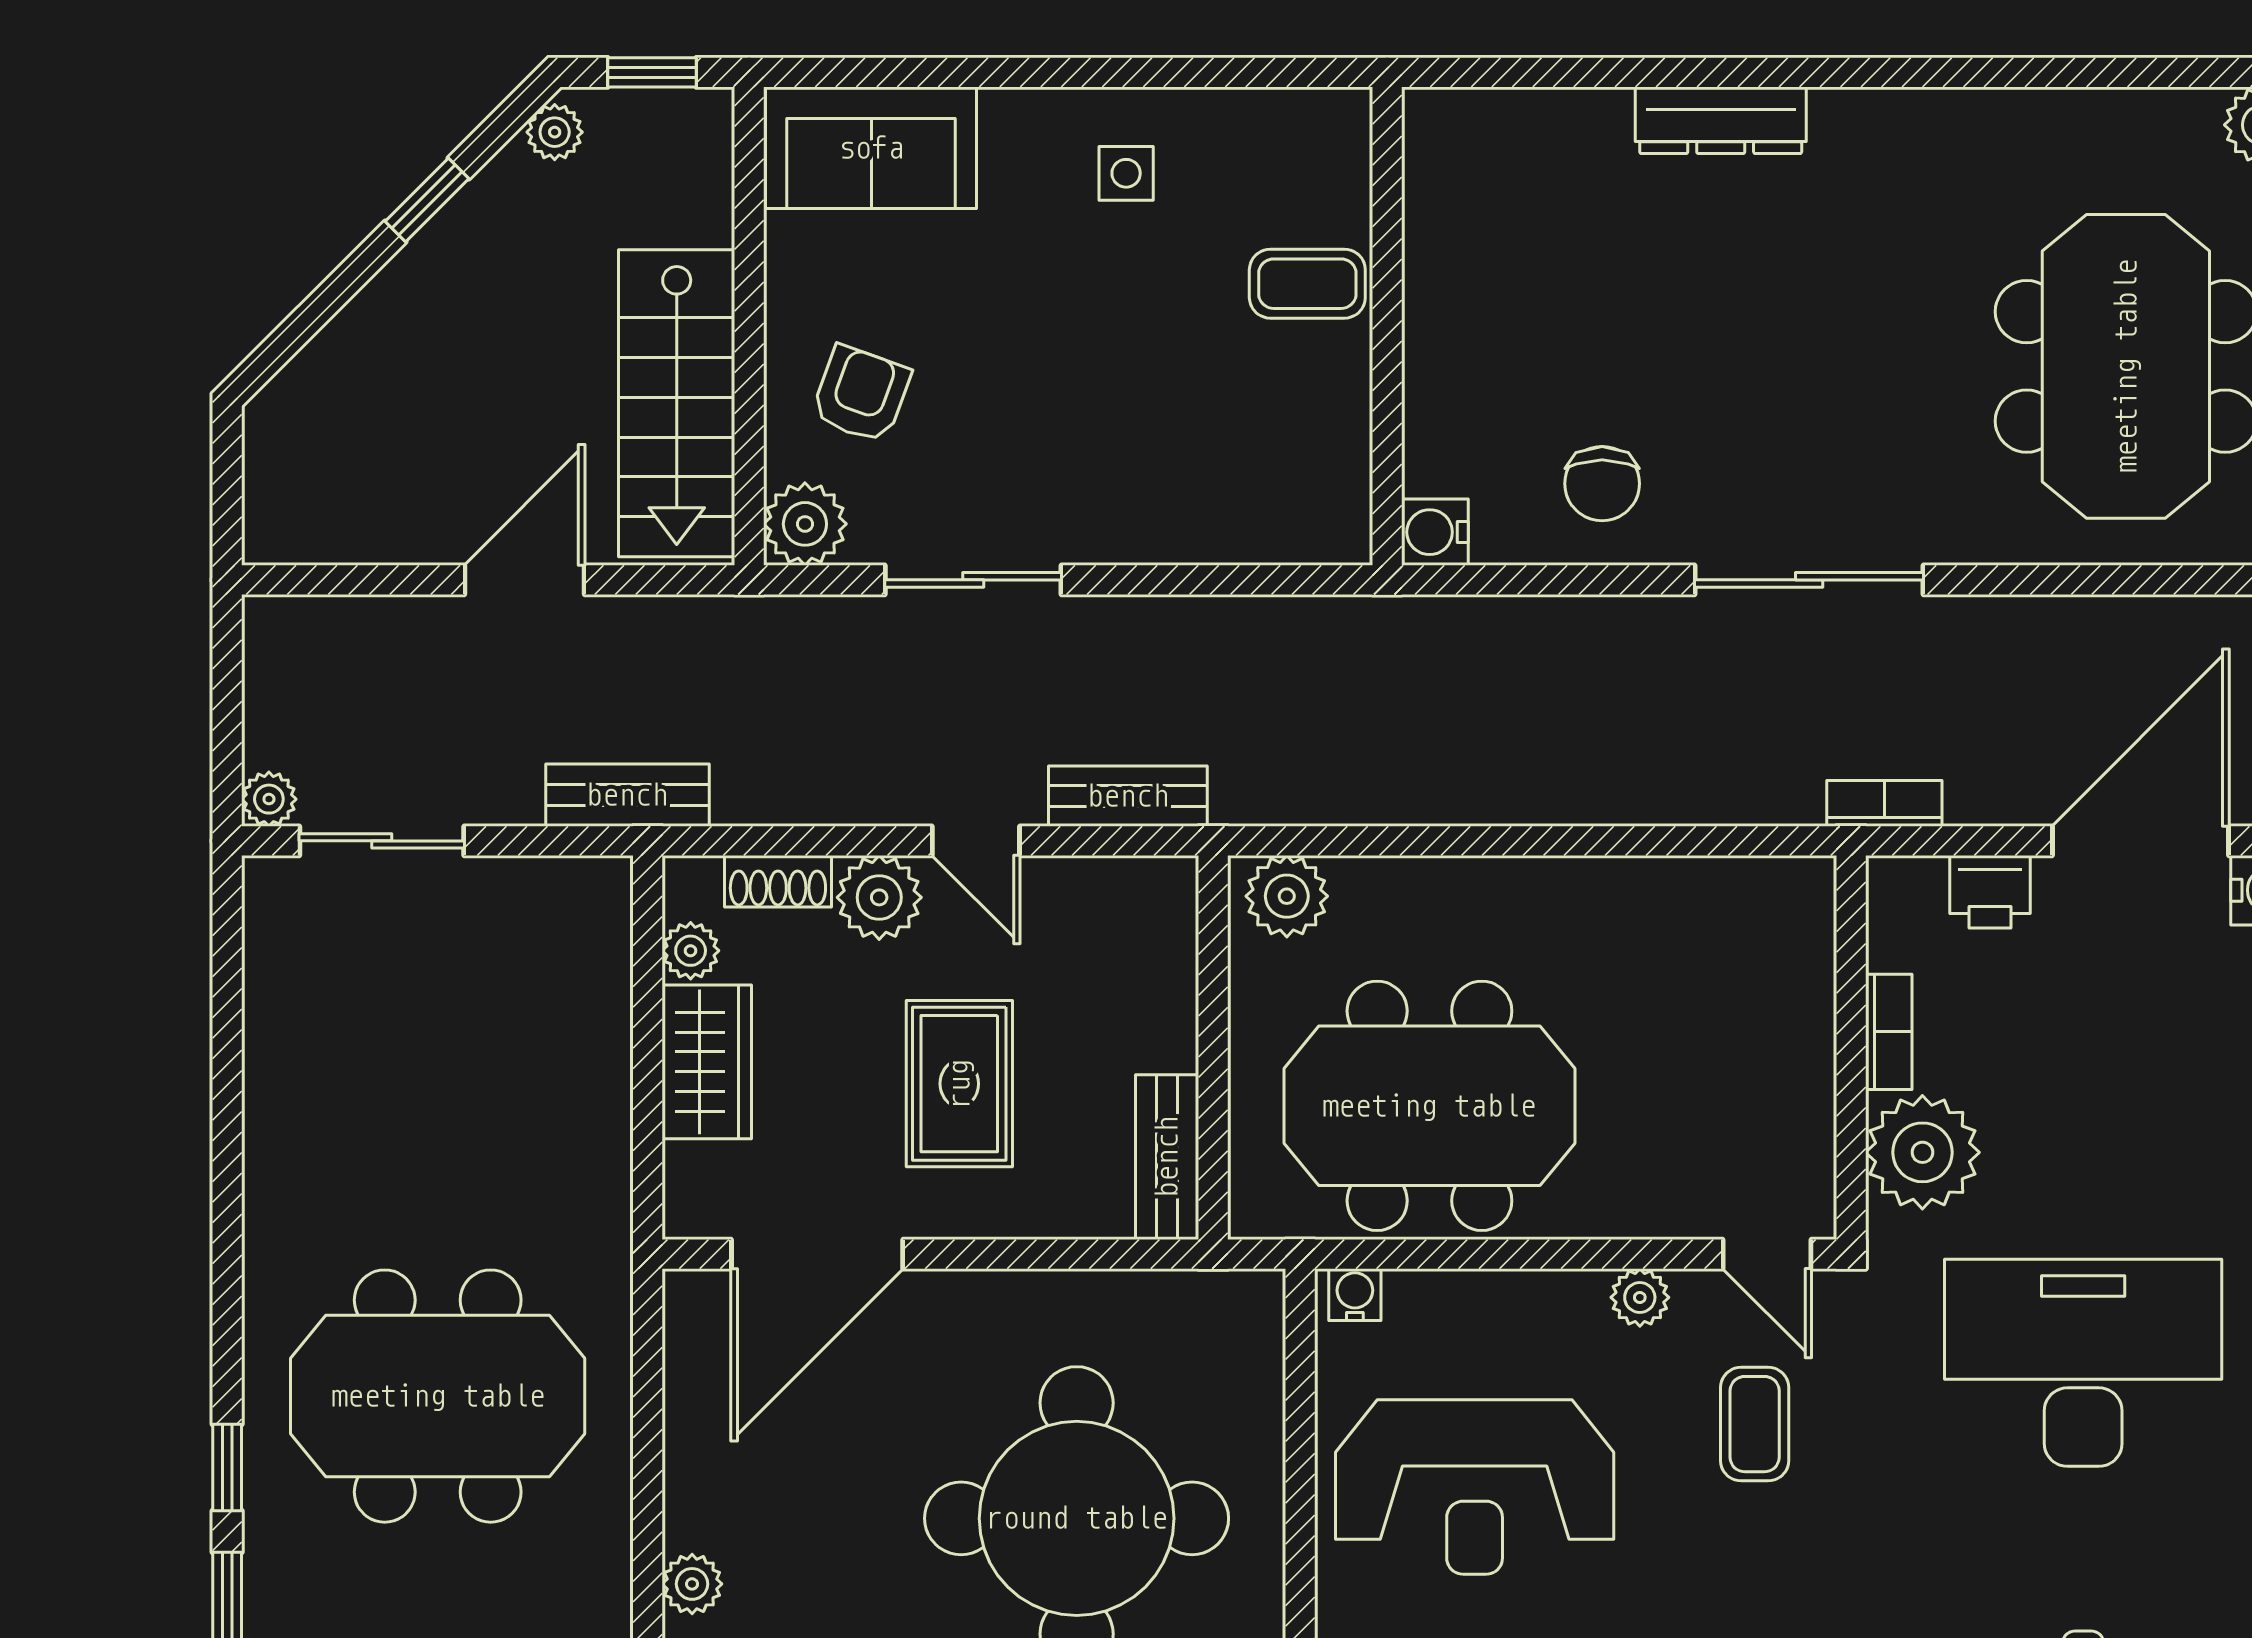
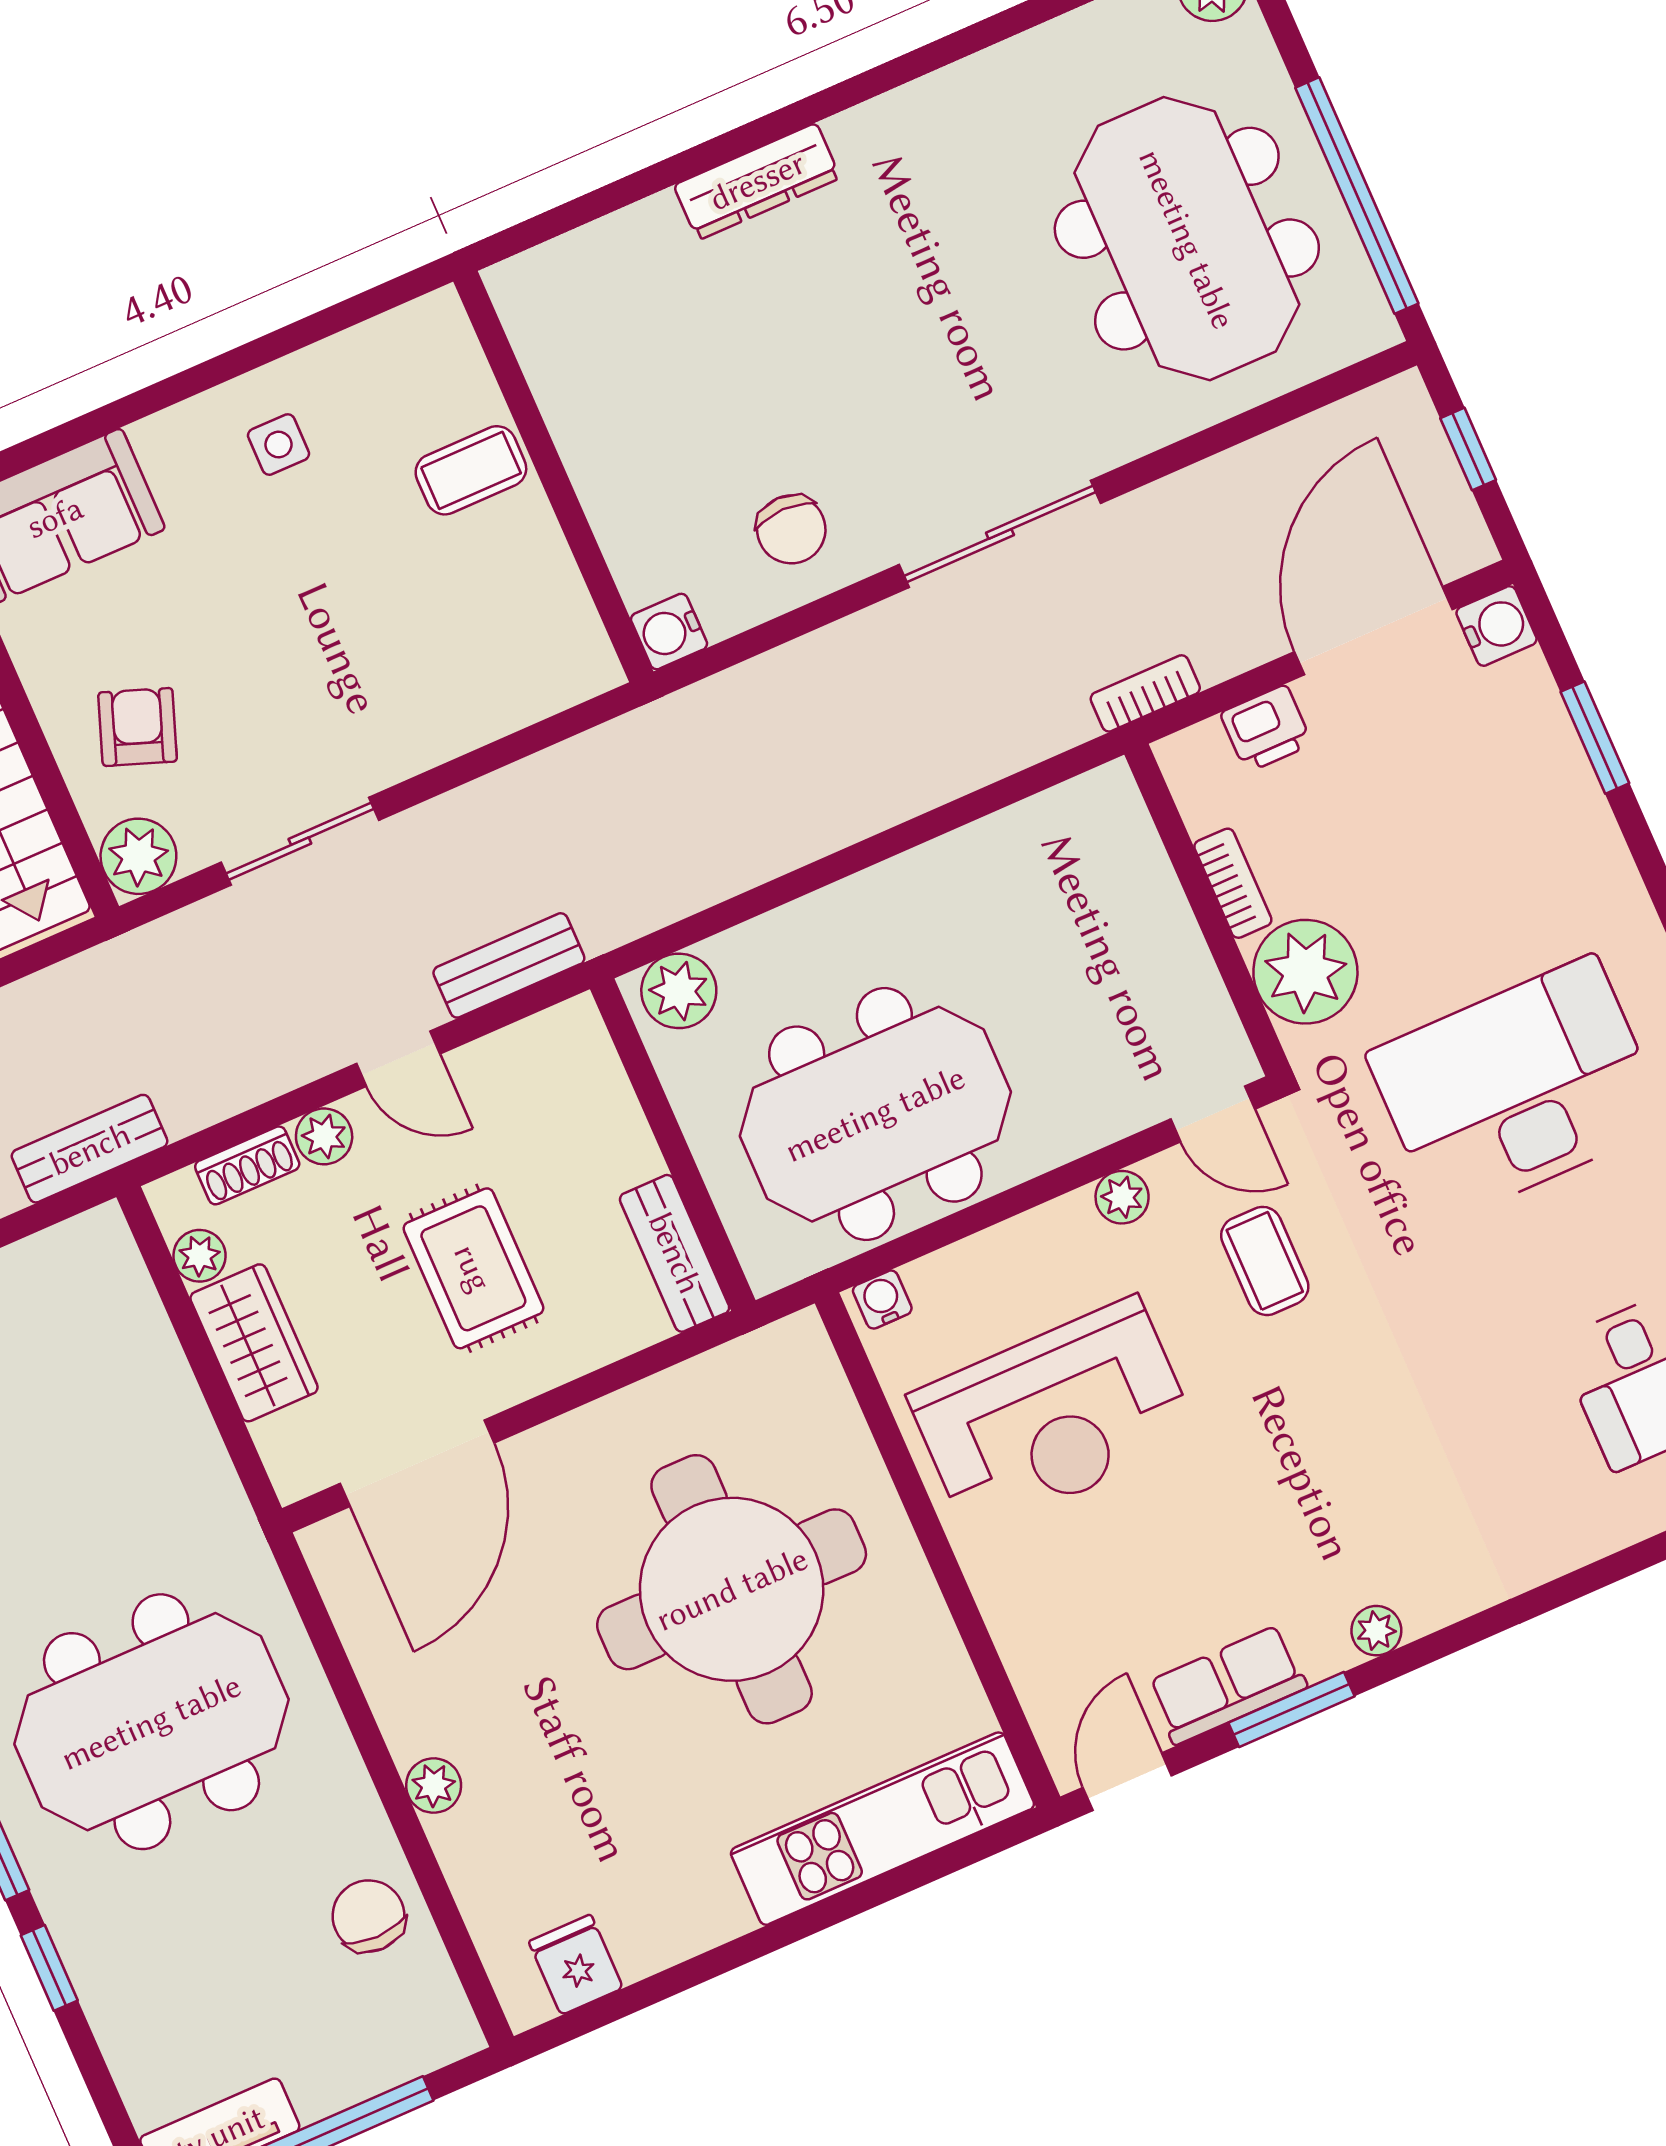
plant: (879, 897) -> (324, 1136), width x0.73, depth x0.73

